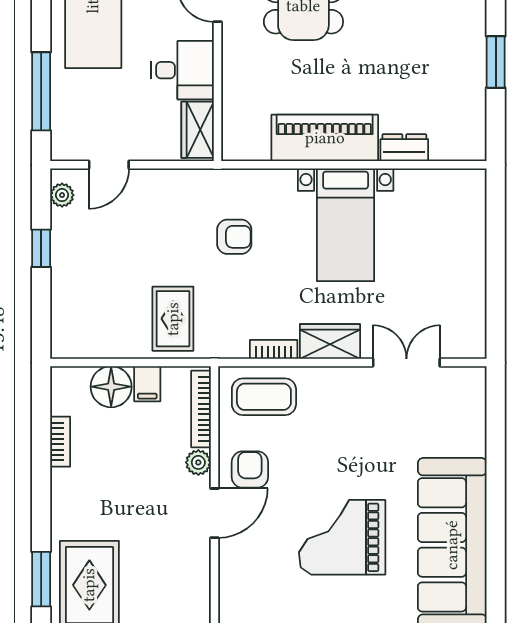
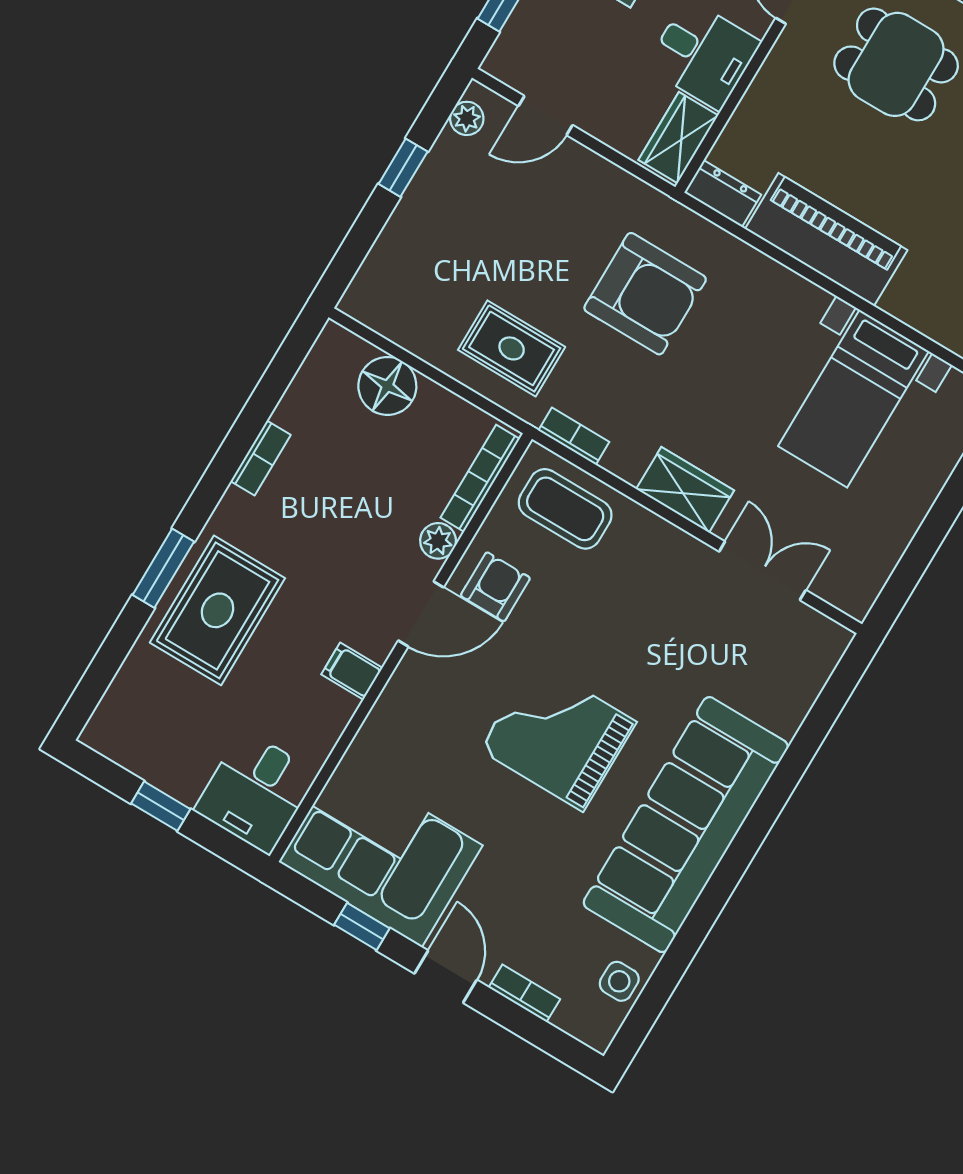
dresser: (404, 148) -> (723, 194), moved
bed with nightstands: (346, 225) -> (853, 399), moved
armchair: (234, 237) -> (645, 294), width x1.88, depth x1.88
rug: (173, 319) -> (512, 348), turned 90
bookcase: (274, 349) -> (574, 436), moved
filing cabinet: (147, 384) -> (352, 671), moved, turned 90
bookcase: (60, 442) -> (261, 458), moved

